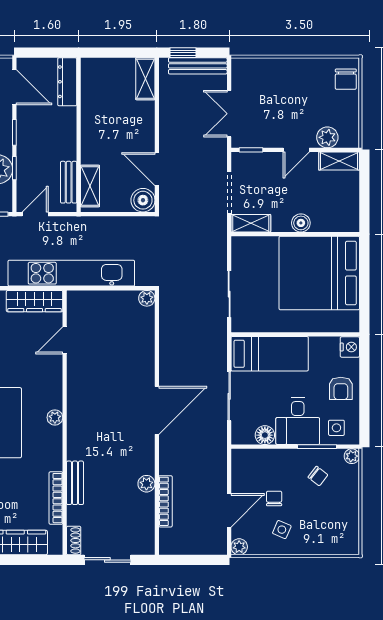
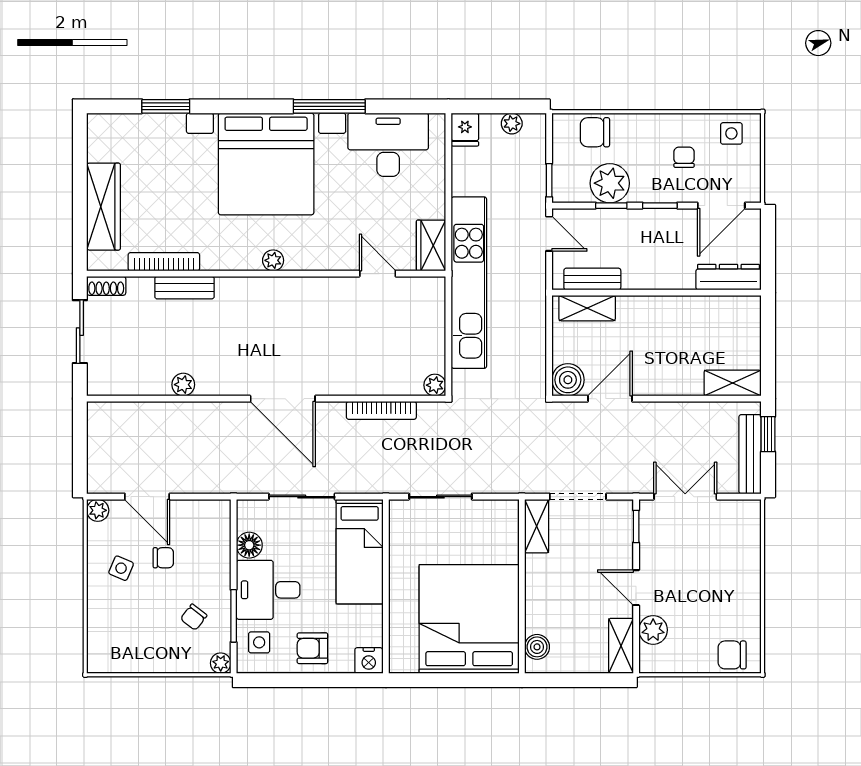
boiler: (301, 223) -> (537, 647), moved
wardrobe: (35, 301) -> (431, 245), width x0.67
bookcase: (165, 501) -> (381, 410), moved

